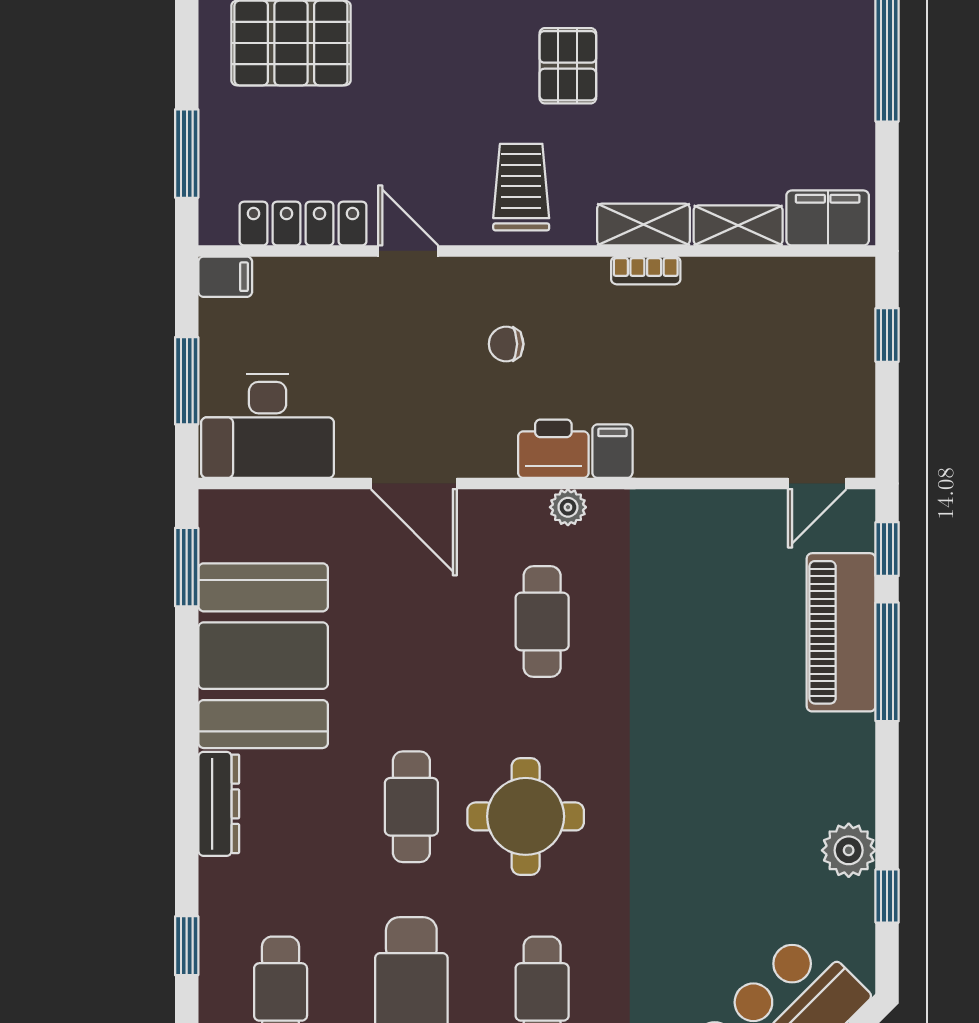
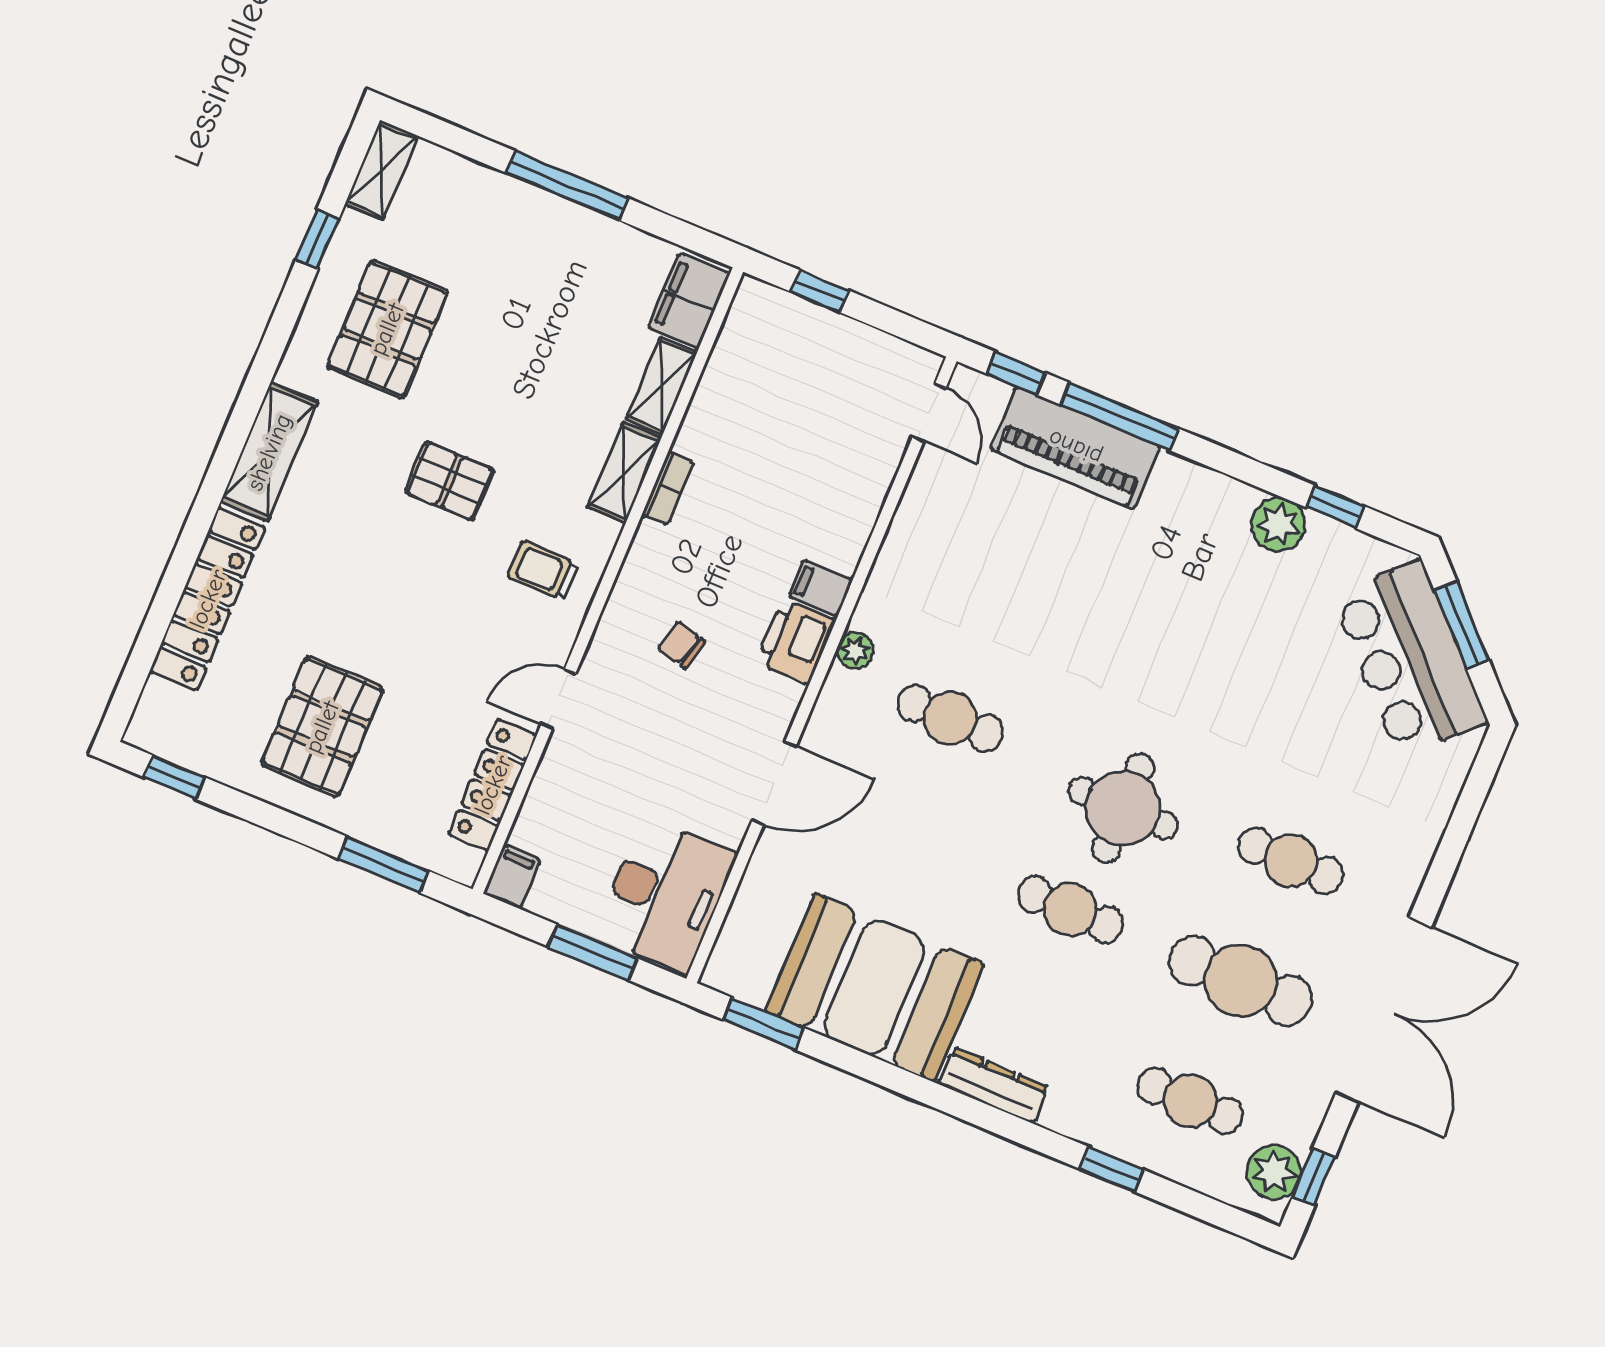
trolley: (521, 187) -> (543, 570), width x0.73, depth x0.72
chair: (506, 344) -> (682, 645), turned 105

